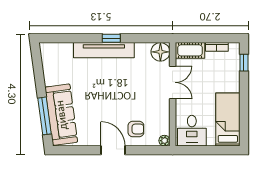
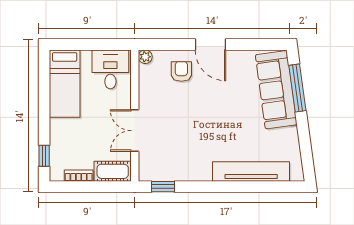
window: (111, 38) -> (163, 187), moved
tv unit: (104, 50) -> (251, 172), moved
floor lamp: (160, 52) -> (150, 169), removed
armchair: (136, 129) -> (181, 71), turned 90

